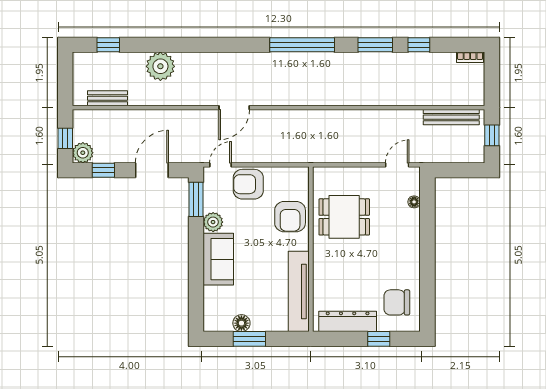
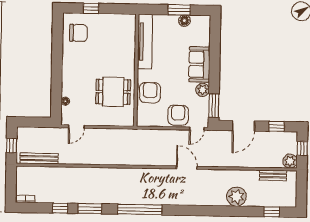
door: (234, 108) -> (187, 168), hinge flipped
plant: (83, 153) -> (290, 161), moved
armchair: (248, 184) -> (178, 115), turned -90
dresser: (348, 321) -> (112, 21), removed

